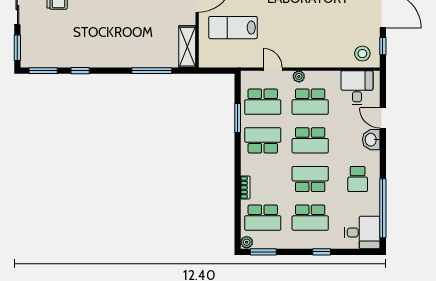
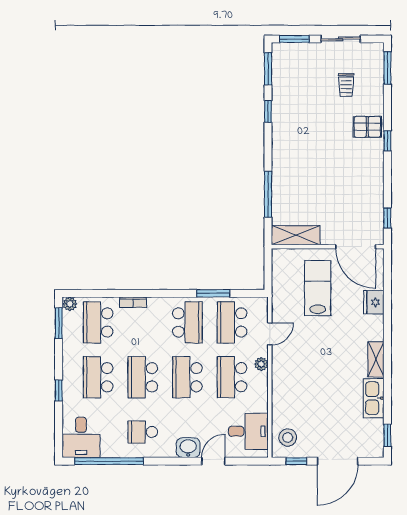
school desk: (310, 179) -> (143, 377), turned 180

